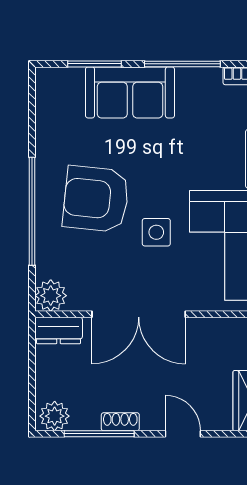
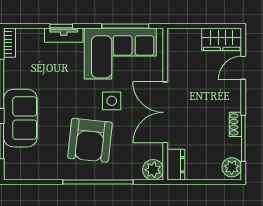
double door: (139, 314) -> (165, 112), swing flipped
door: (183, 434) -> (243, 68), moved

